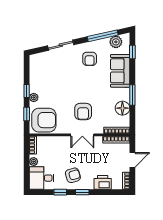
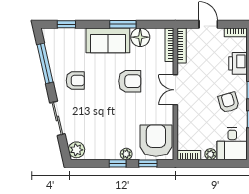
plant: (116, 42) -> (76, 150), moved
sofa: (120, 71) -> (108, 40), moved
armchair: (83, 112) -> (130, 81), moved
double door: (82, 135) -> (175, 90), swing flipped

